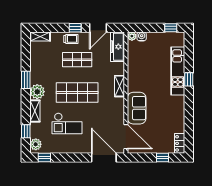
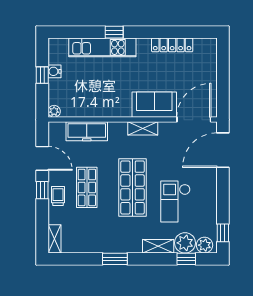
window: (171, 28) -> (42, 75), moved
water cooler: (142, 36) -> (54, 71), moved
freezer: (117, 47) -> (87, 131), moved
shelving: (120, 86) -> (143, 128), moved
plant: (37, 92) -> (185, 243), moved
checkout: (67, 123) -> (175, 201), turned 180
locker: (180, 143) -> (172, 45), moved, width x1.53
window: (162, 157) -> (223, 69), removed

